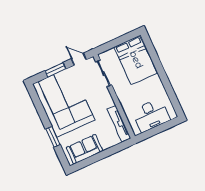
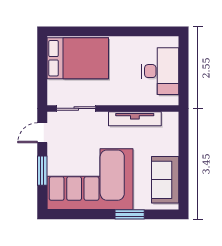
tv unit: (119, 124) -> (135, 119), moved

